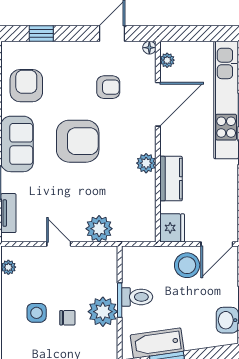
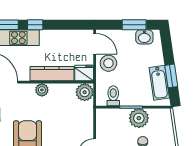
kitchen counter: (171, 179) -> (52, 74), width x1.50
plant: (99, 229) -> (85, 92), moved
toilet: (137, 297) -> (113, 96), moved

